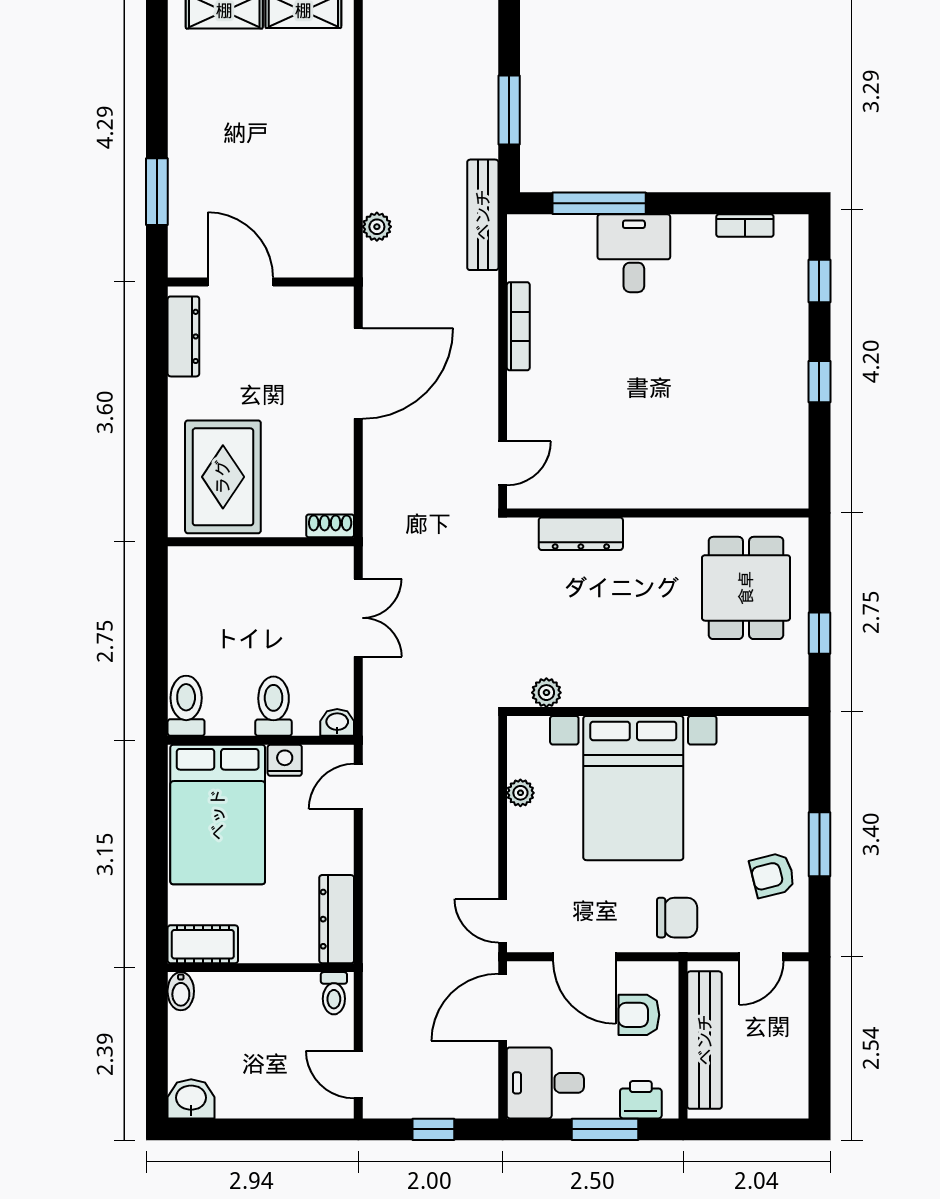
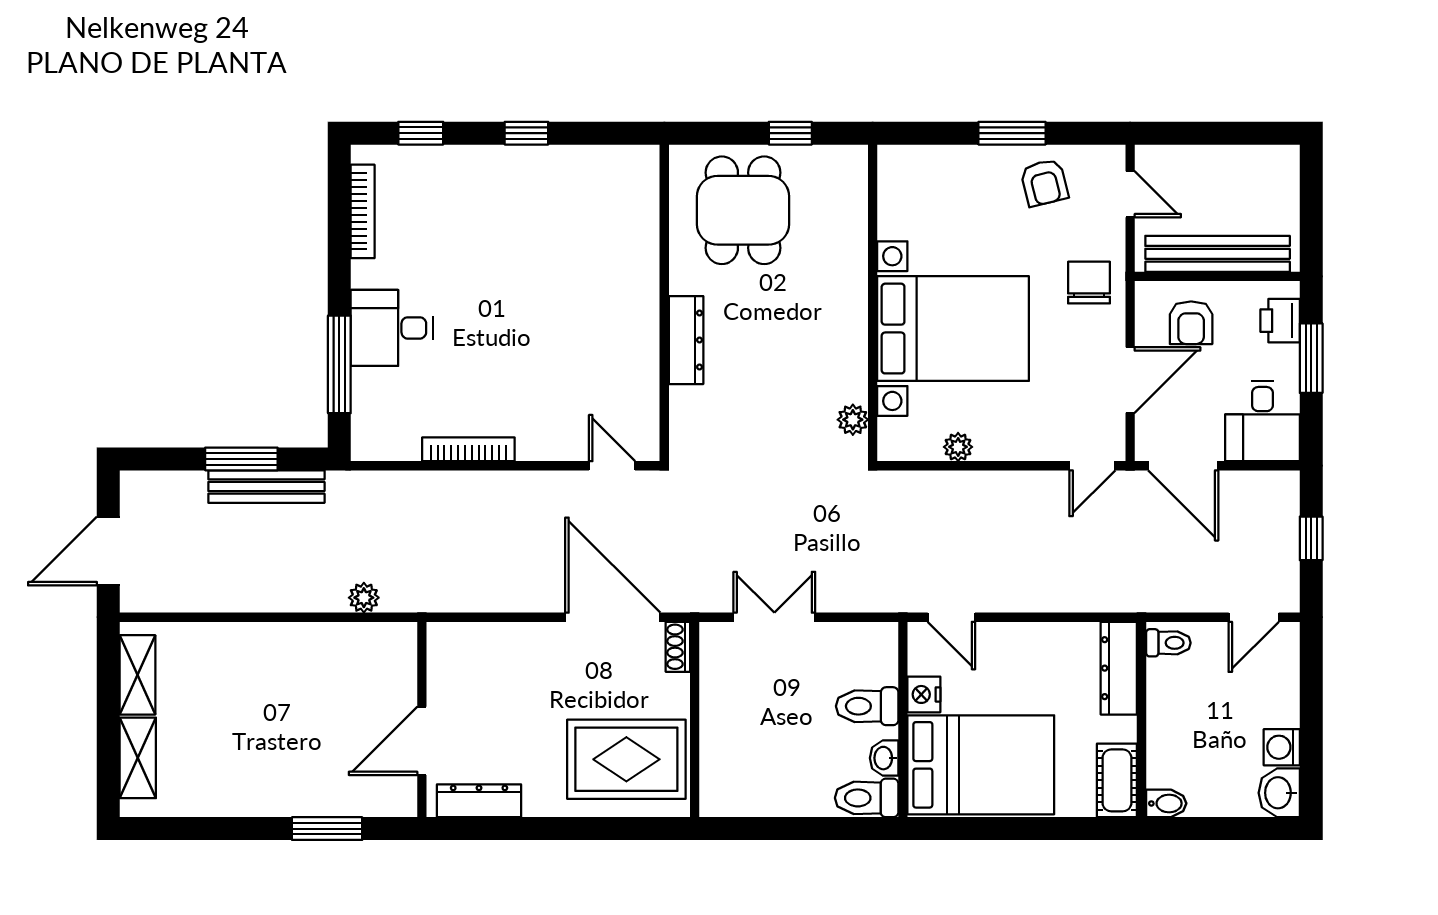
bench: (483, 215) -> (266, 487), moved
bookcase: (745, 226) -> (363, 211), width x1.56
door: (358, 373) -> (613, 617), moved
dresser: (581, 534) -> (686, 340), moved
dining table: (746, 588) -> (743, 210), turned 90
washbasin: (337, 722) -> (884, 758), moved
dresser: (337, 919) -> (1119, 668), moved, turned 90
washing machine: (234, 1101) -> (1282, 747), added

